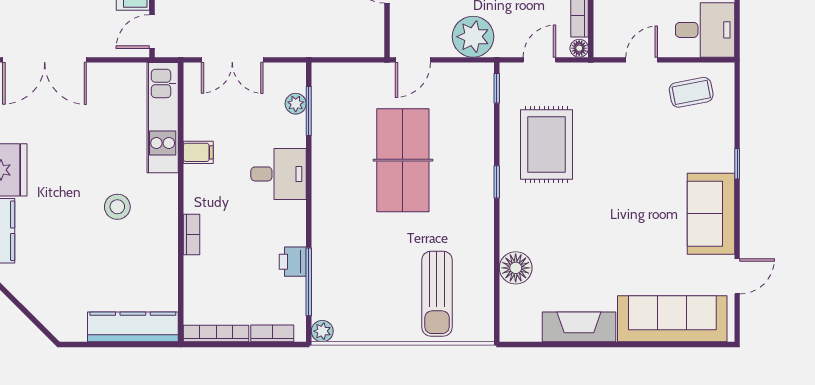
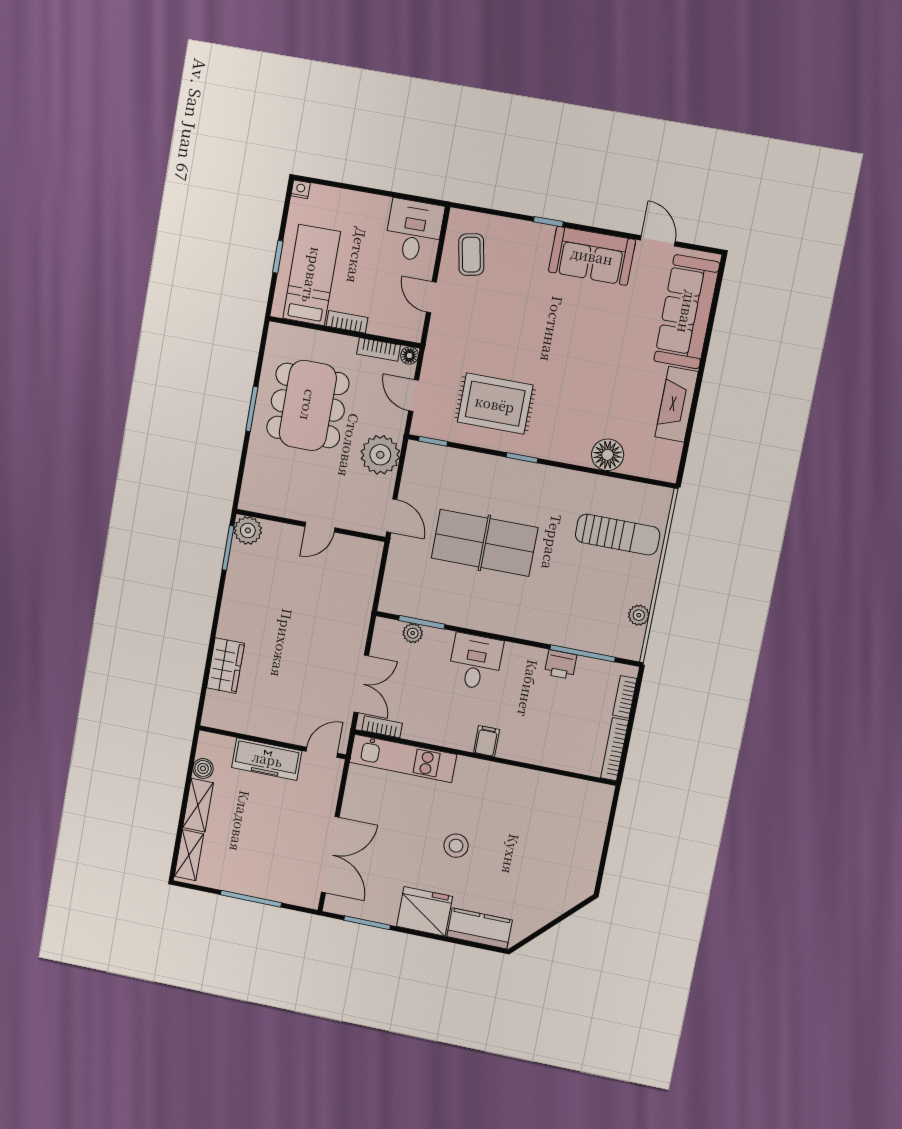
door: (152, 32) -> (322, 752), swing flipped
filing cabinet: (198, 152) -> (487, 741), moved
stool: (117, 207) -> (456, 846), moved
bookcase: (192, 234) -> (382, 727), moved
kitchen counter: (133, 327) -> (593, 824), removed
plant: (322, 331) -> (639, 615), moved

